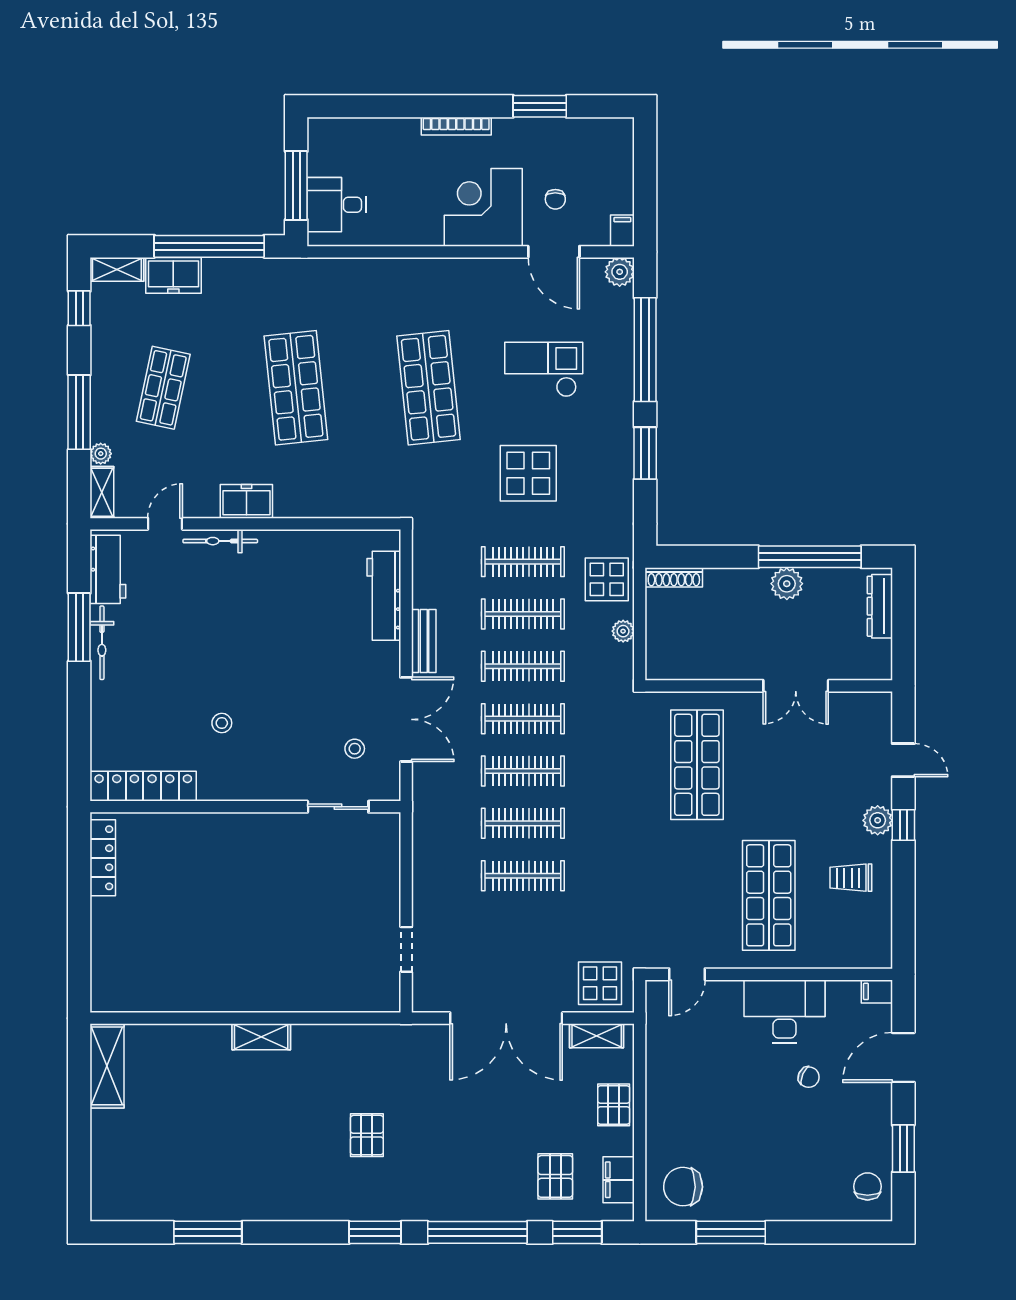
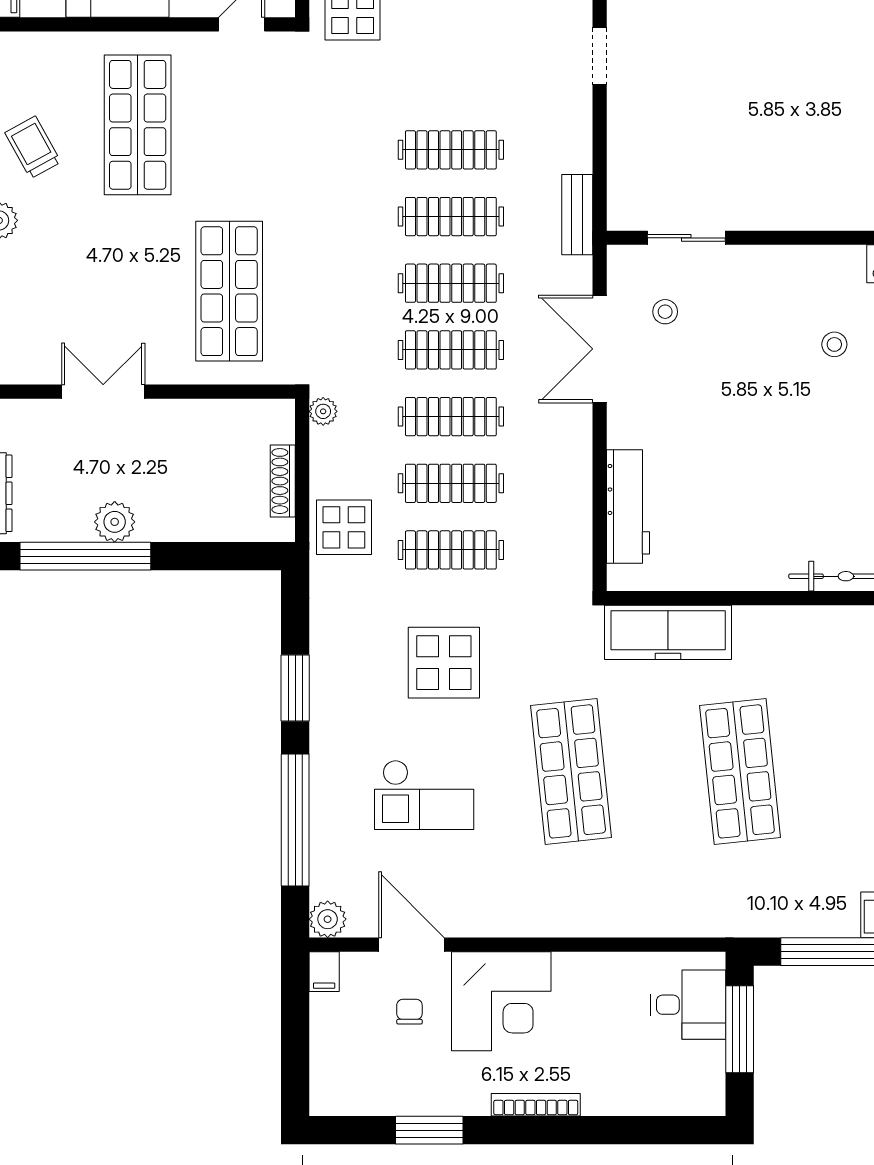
freezer: (246, 501) -> (668, 632), moved, width x1.91, depth x1.26
shoe rack: (674, 577) -> (283, 481), moved, turned -90
plant: (623, 631) -> (323, 411), moved
bench: (424, 641) -> (577, 215), moved
trolley: (851, 878) -> (33, 147), turned -119

